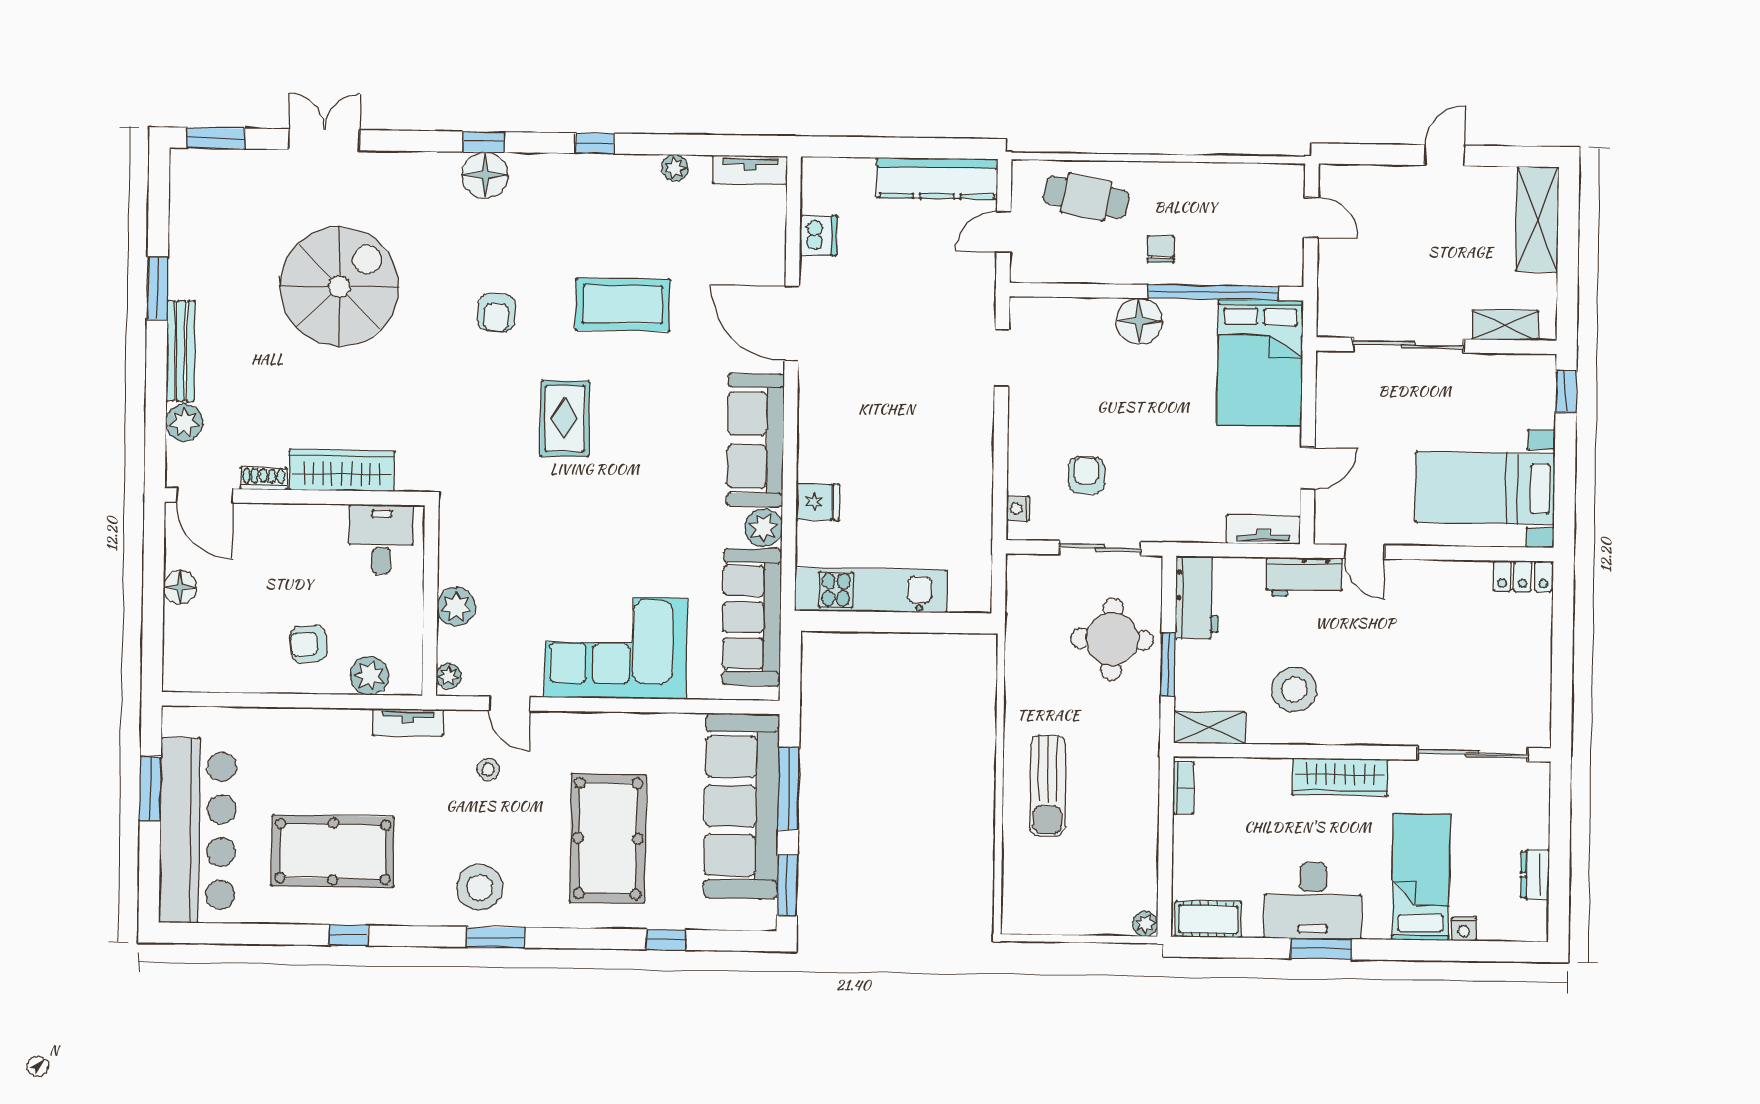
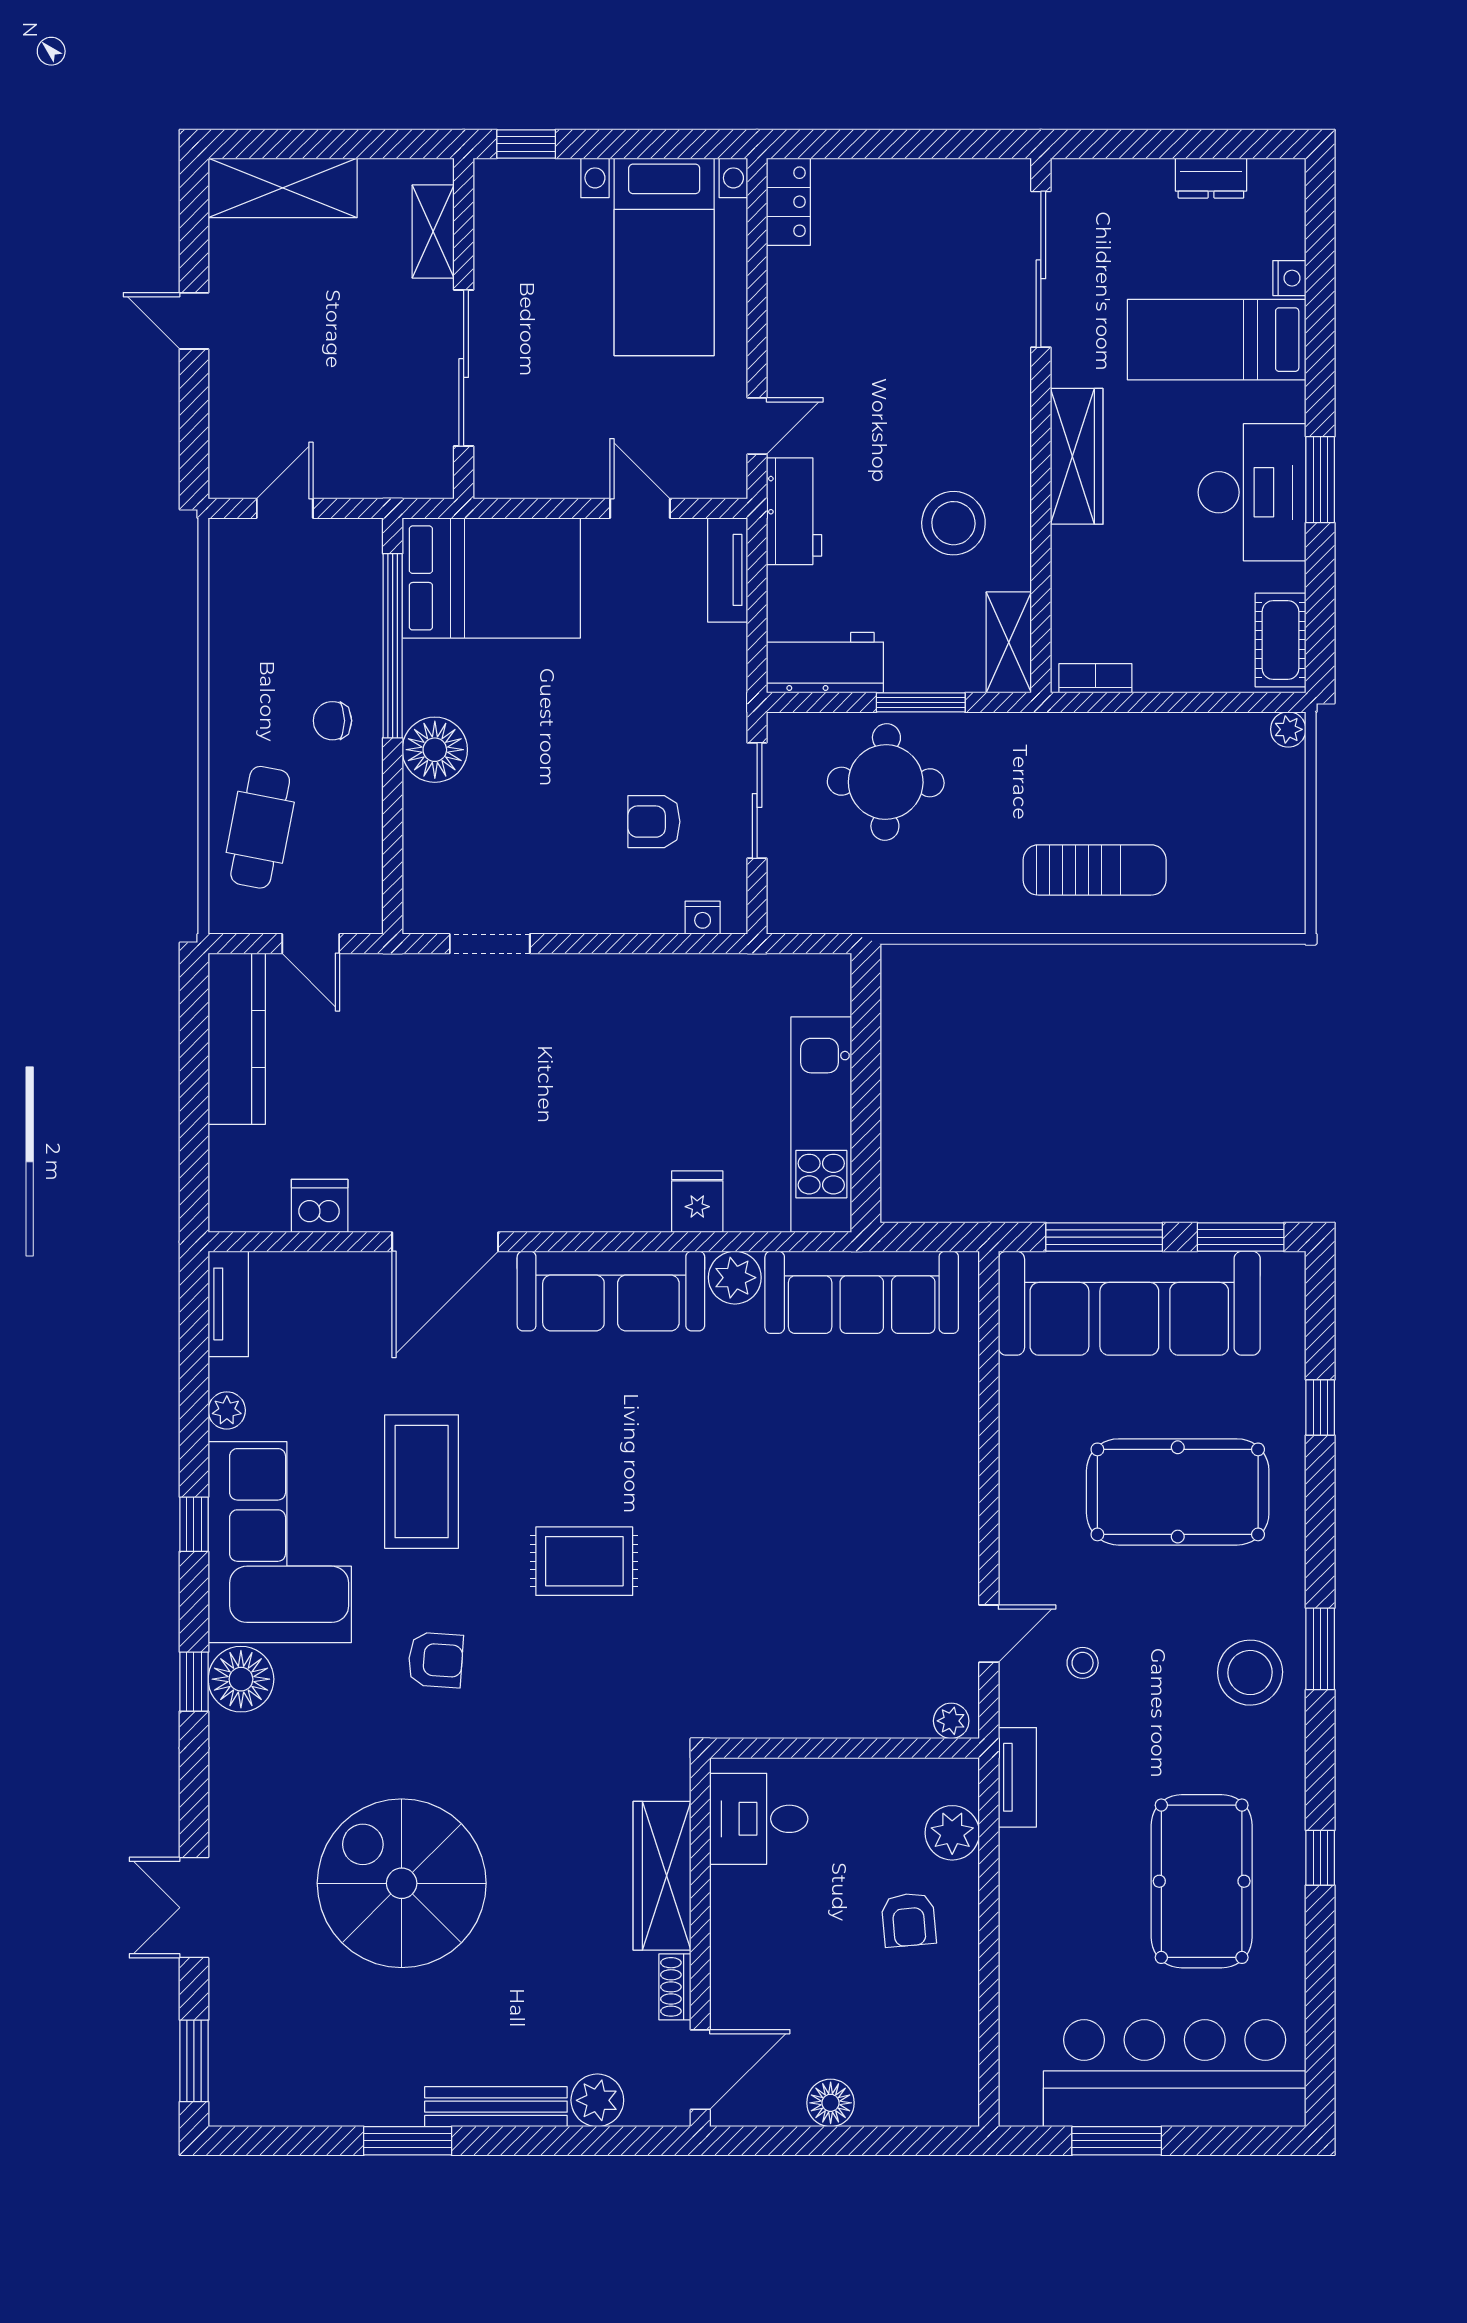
plant: (456, 607) -> (853, 1711), removed
corner sofa: (616, 648) -> (280, 1542), moved, turned 180

